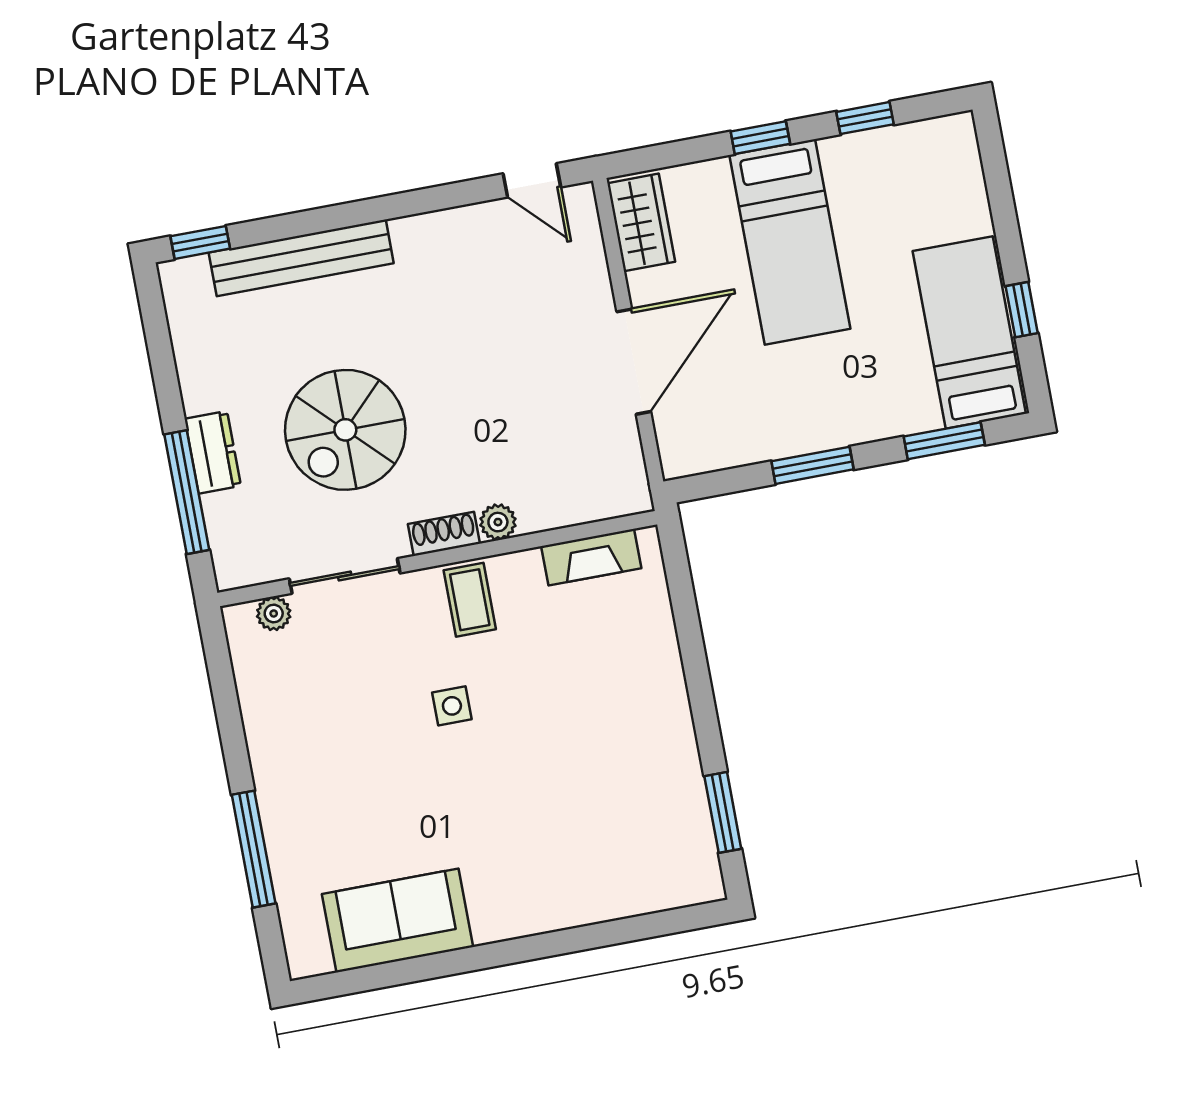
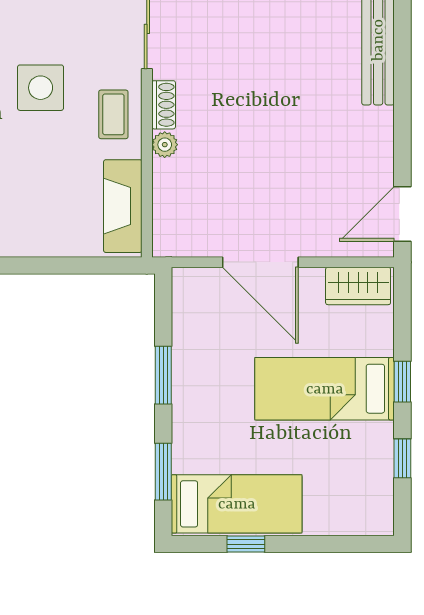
door: (532, 180) -> (402, 214), width x1.37
spiral stairs: (345, 430) -> (250, 49), removed
fireplace: (591, 557) -> (123, 206), width x1.37, depth x1.32
coffee table: (470, 600) -> (113, 114), turned 90
side table: (452, 706) -> (41, 88), width x1.87, depth x1.87

